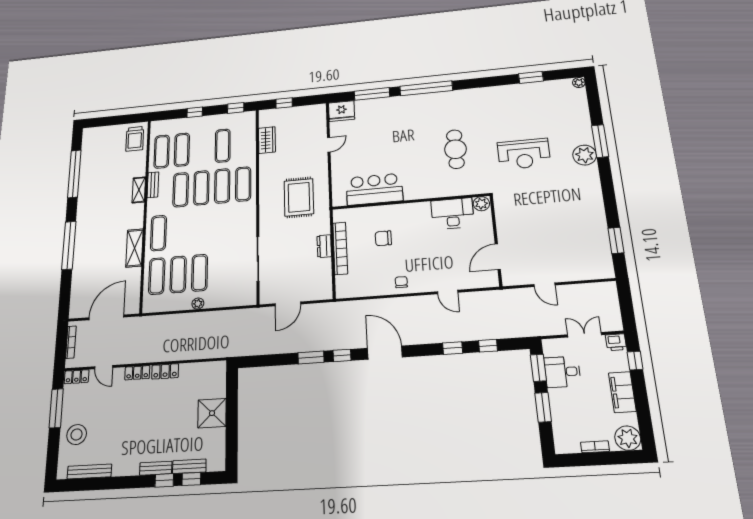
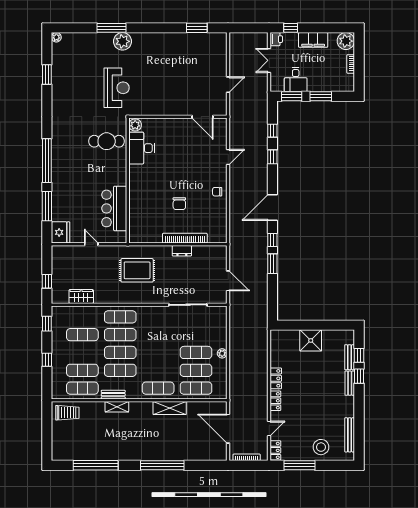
bar counter: (374, 189) -> (114, 208), moved
wall: (410, 201) -> (128, 181), moved
plant: (481, 204) -> (135, 125), moved
desk: (452, 214) -> (142, 148), moved

